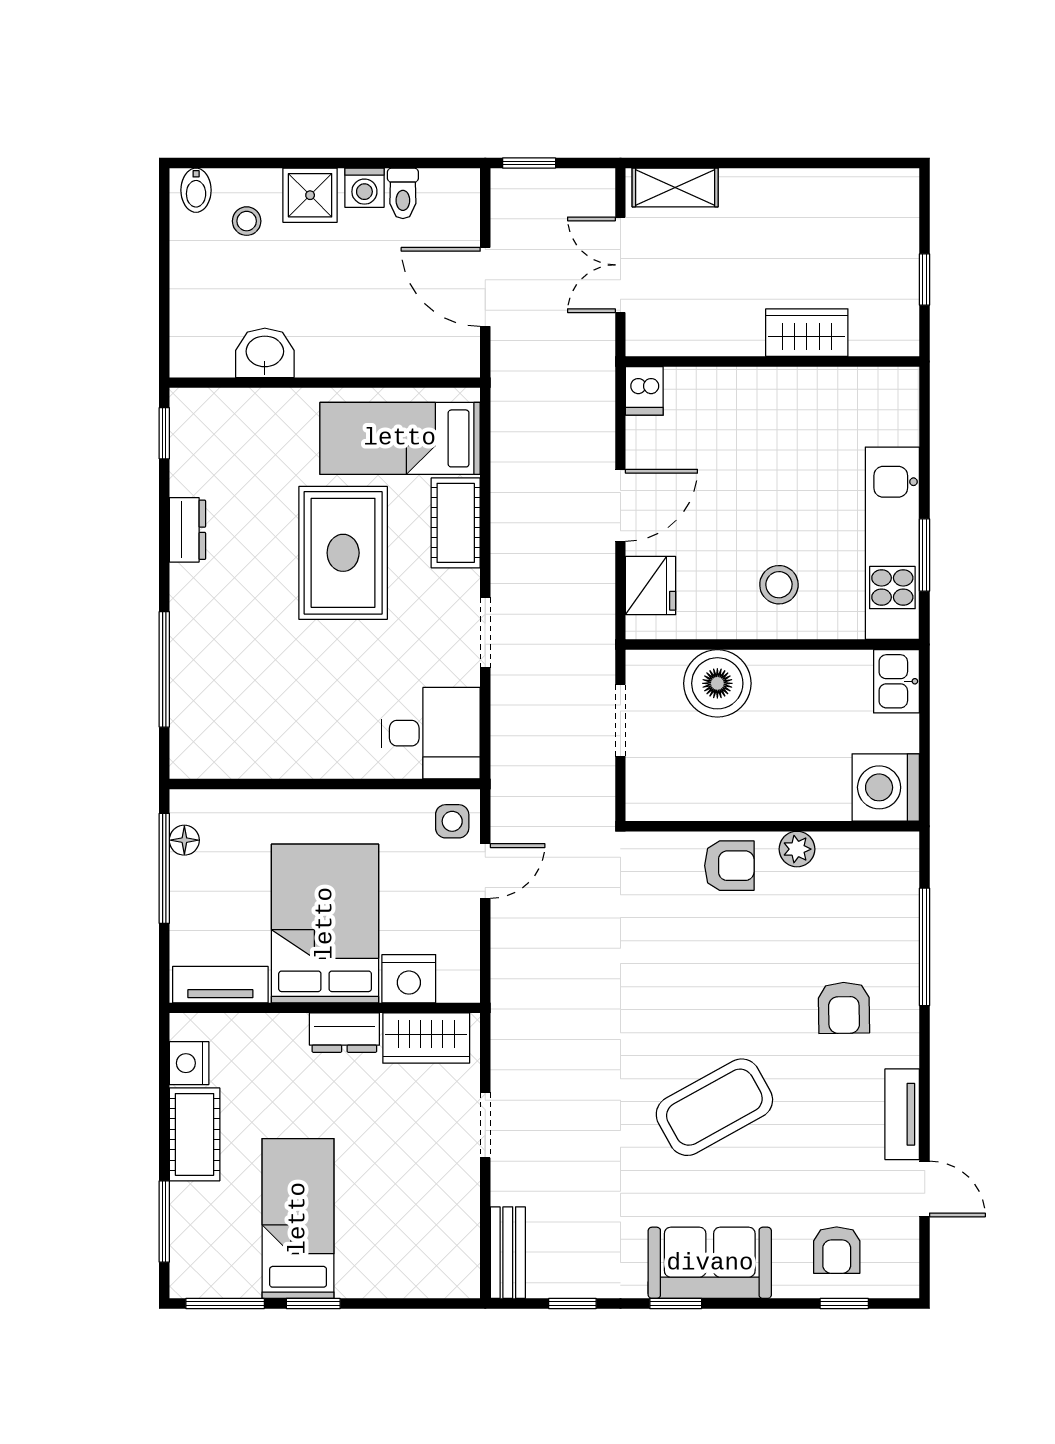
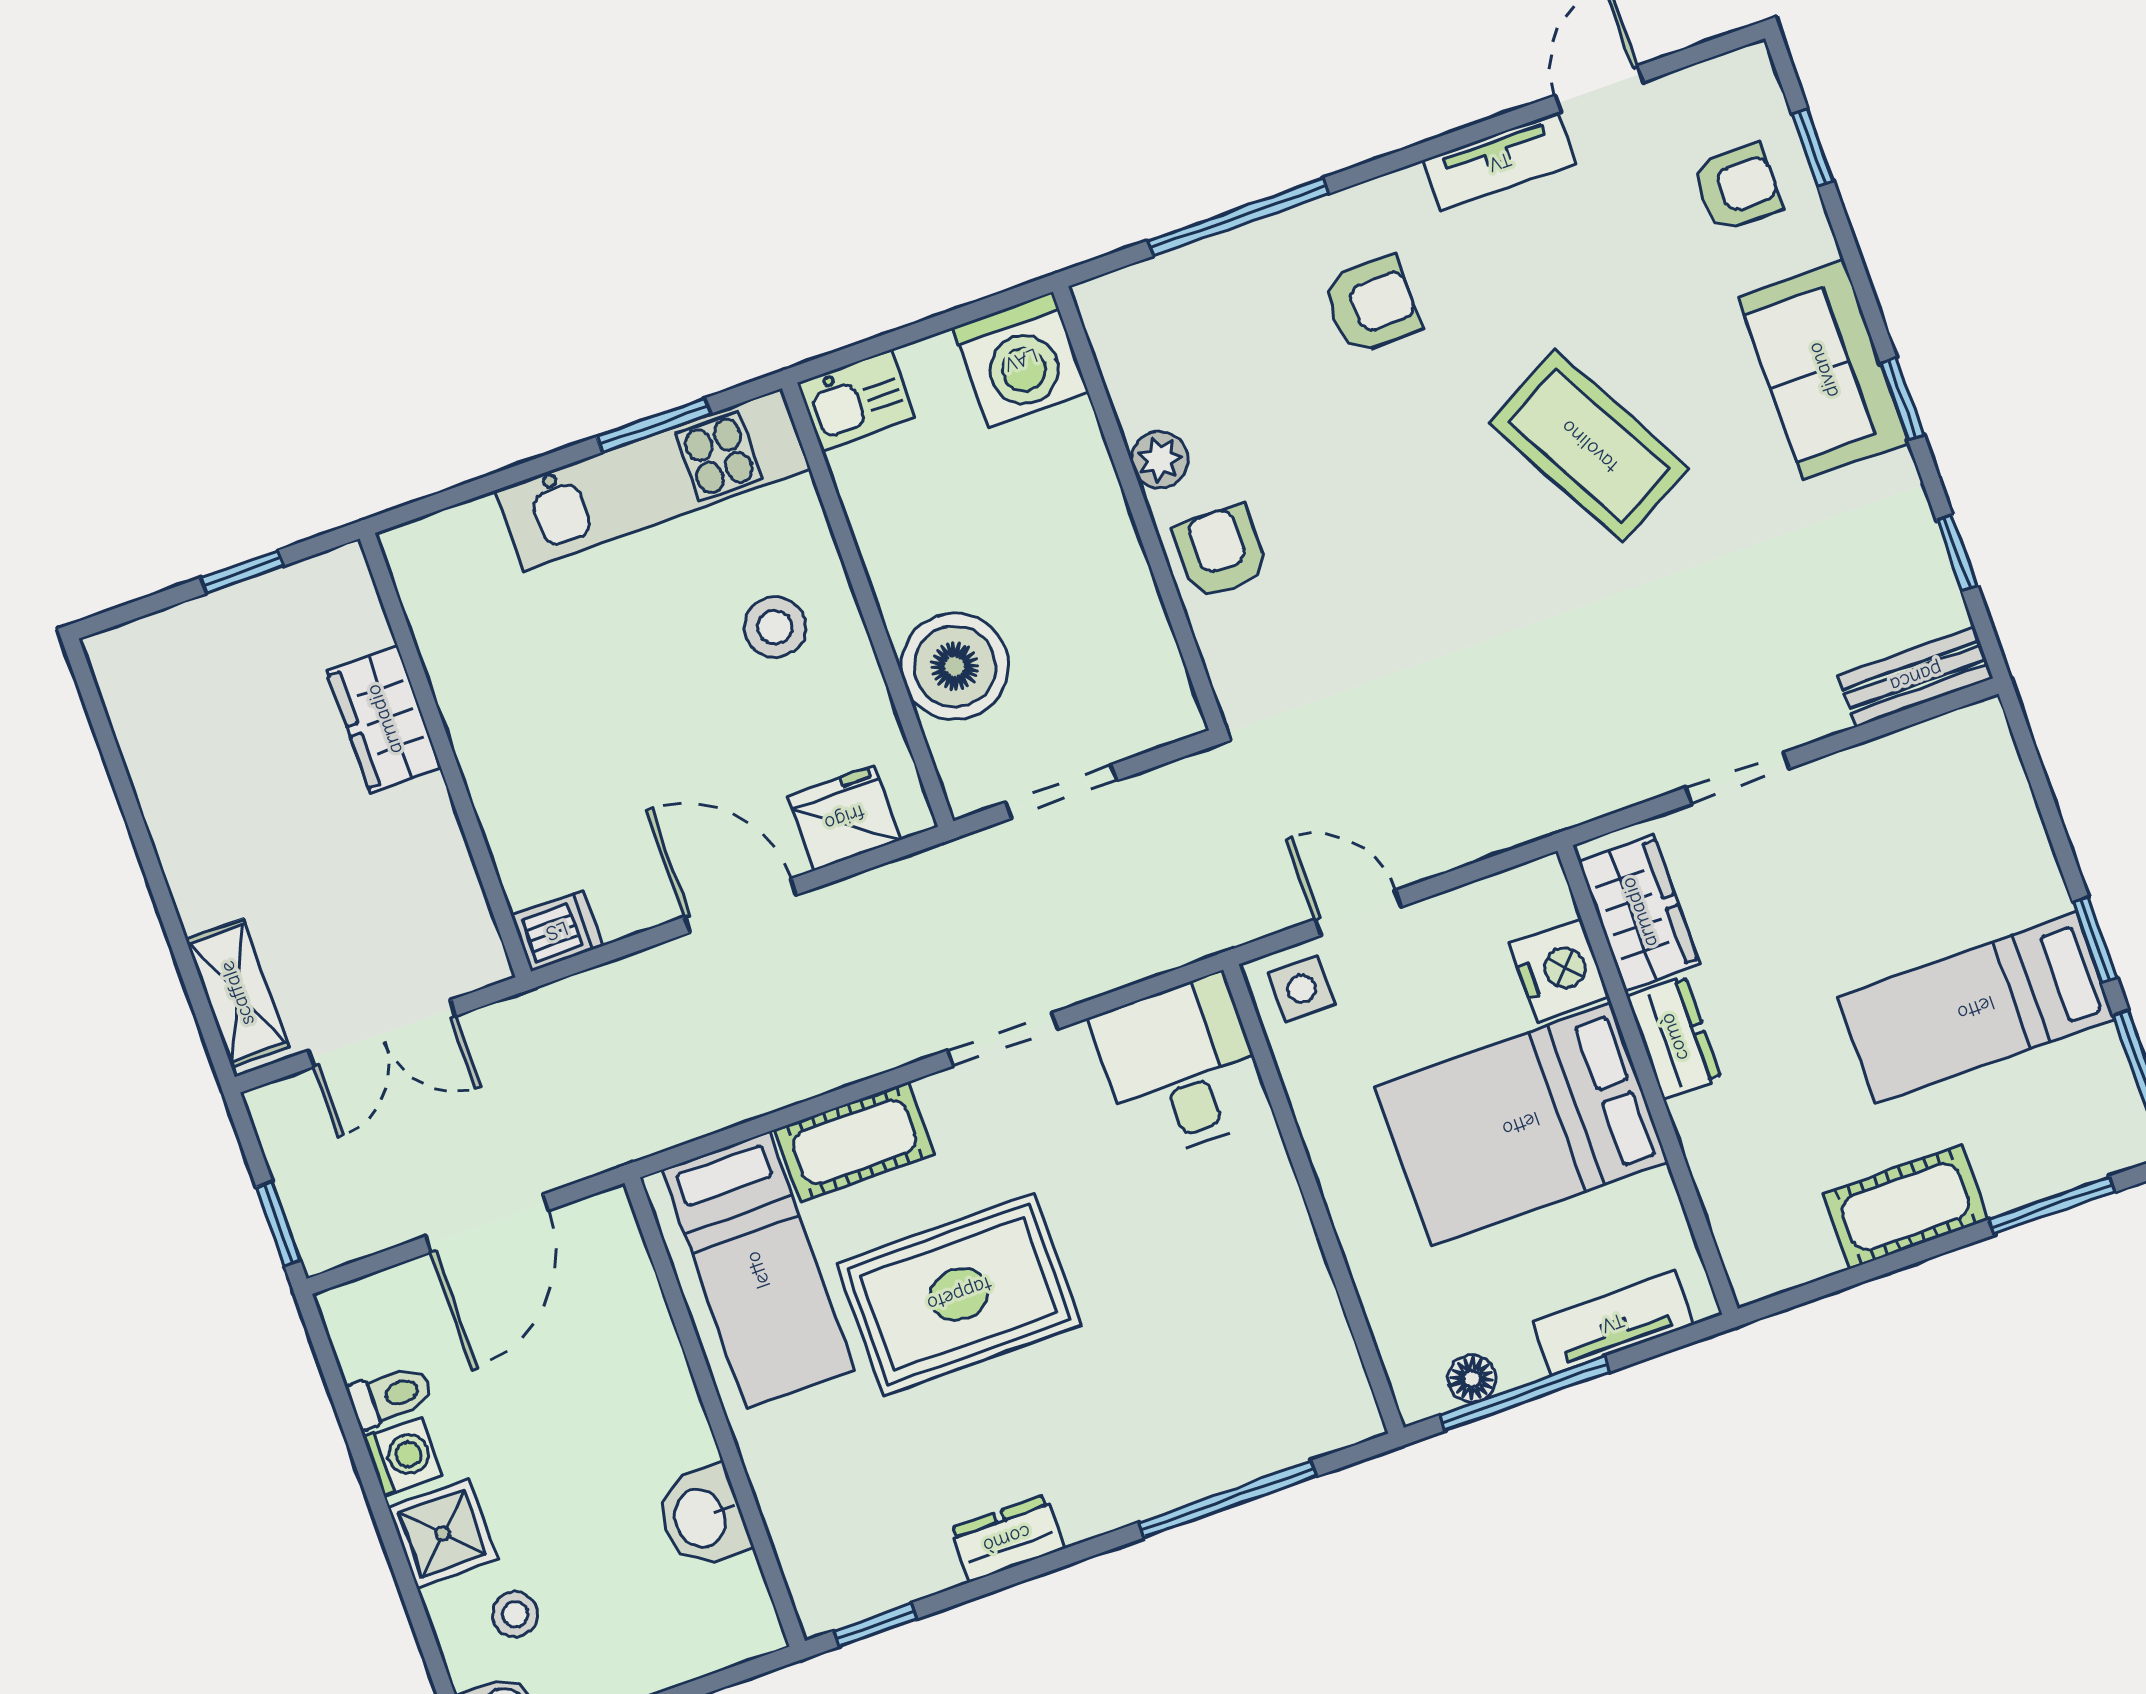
tv unit: (220, 985) -> (1613, 1323), moved, turned 90
nightstand: (189, 1063) -> (1802, 1253), removed

